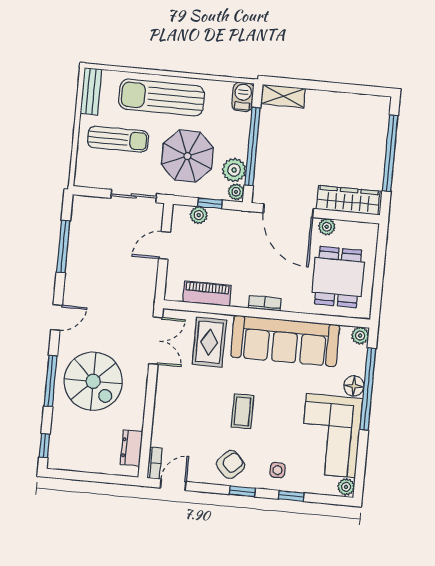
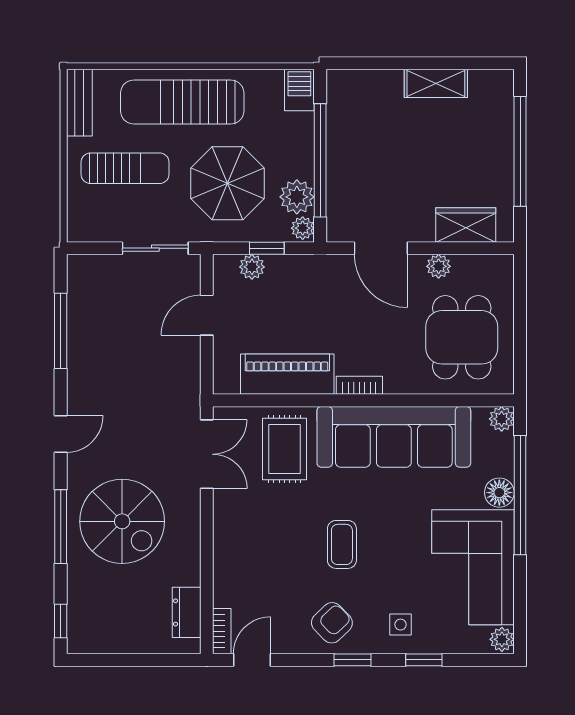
shelving: (283, 96) -> (436, 83), moved
wardrobe: (348, 200) -> (466, 225), width x0.67
door: (288, 211) -> (381, 248), width x0.73
piano: (207, 294) -> (287, 374), width x1.37, depth x1.33

